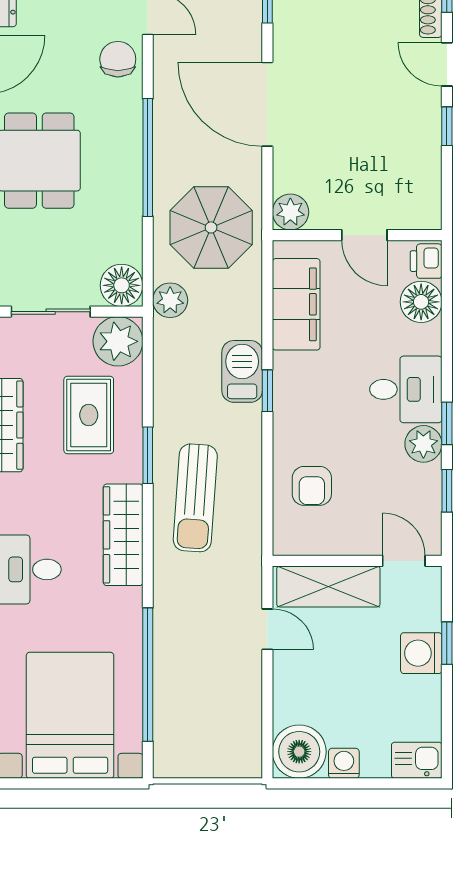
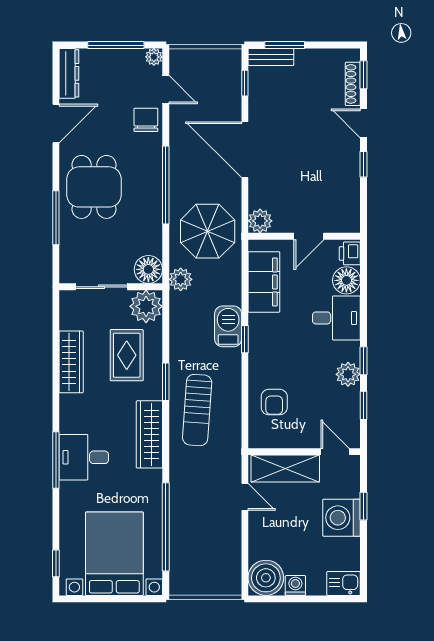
door: (364, 235) -> (309, 236), hinge flipped
desk: (406, 389) -> (336, 318), moved
washing machine: (421, 653) -> (342, 518), width x1.37, depth x1.37

